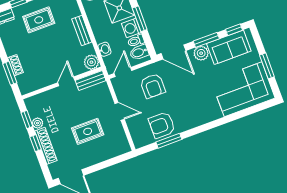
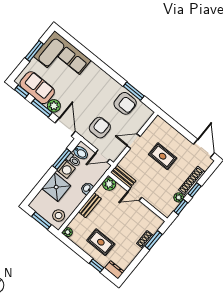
window: (140, 19) -> (62, 159), moved
washbasin: (104, 49) -> (87, 188), moved
door: (120, 111) -> (134, 141), hinge flipped

